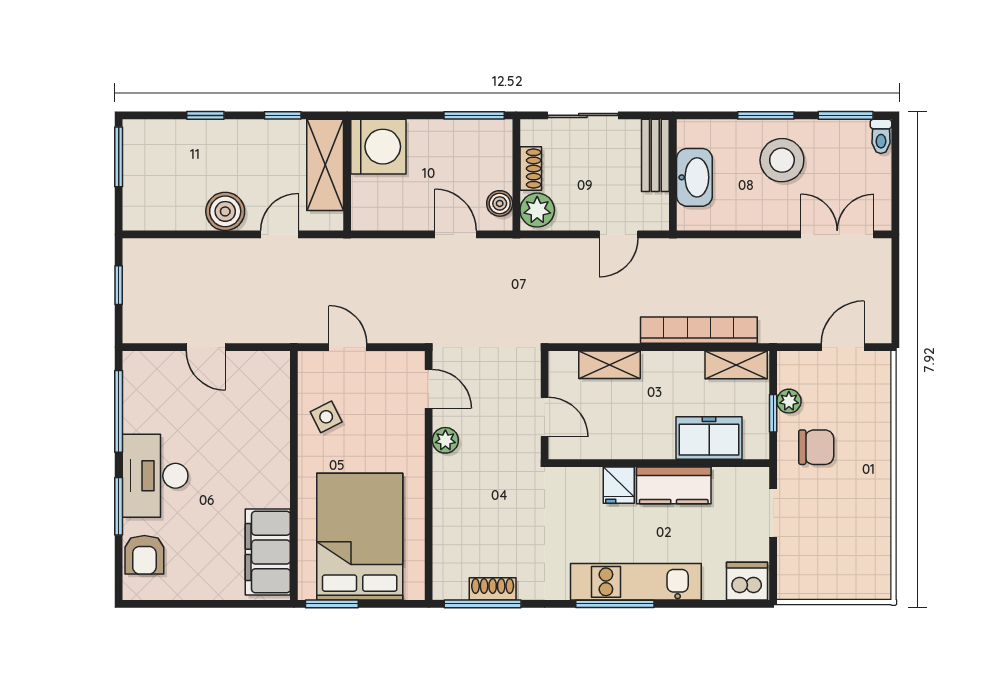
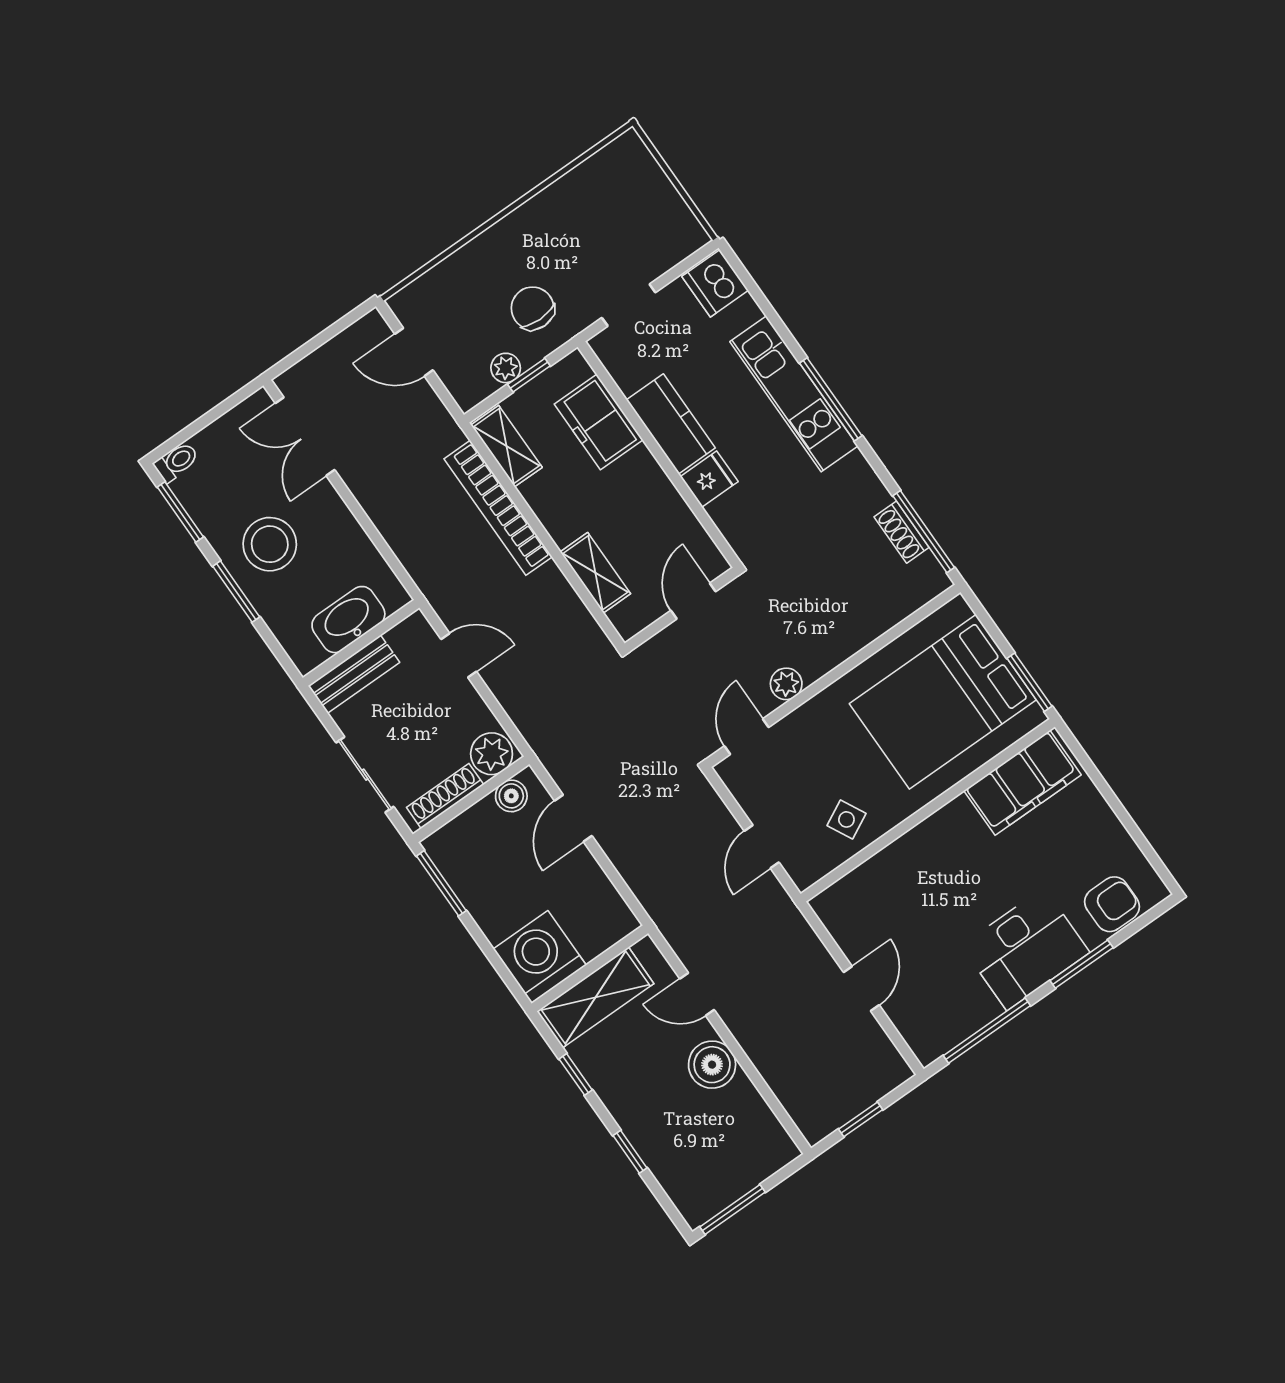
shoe rack: (531, 169) -> (445, 796), width x1.43

